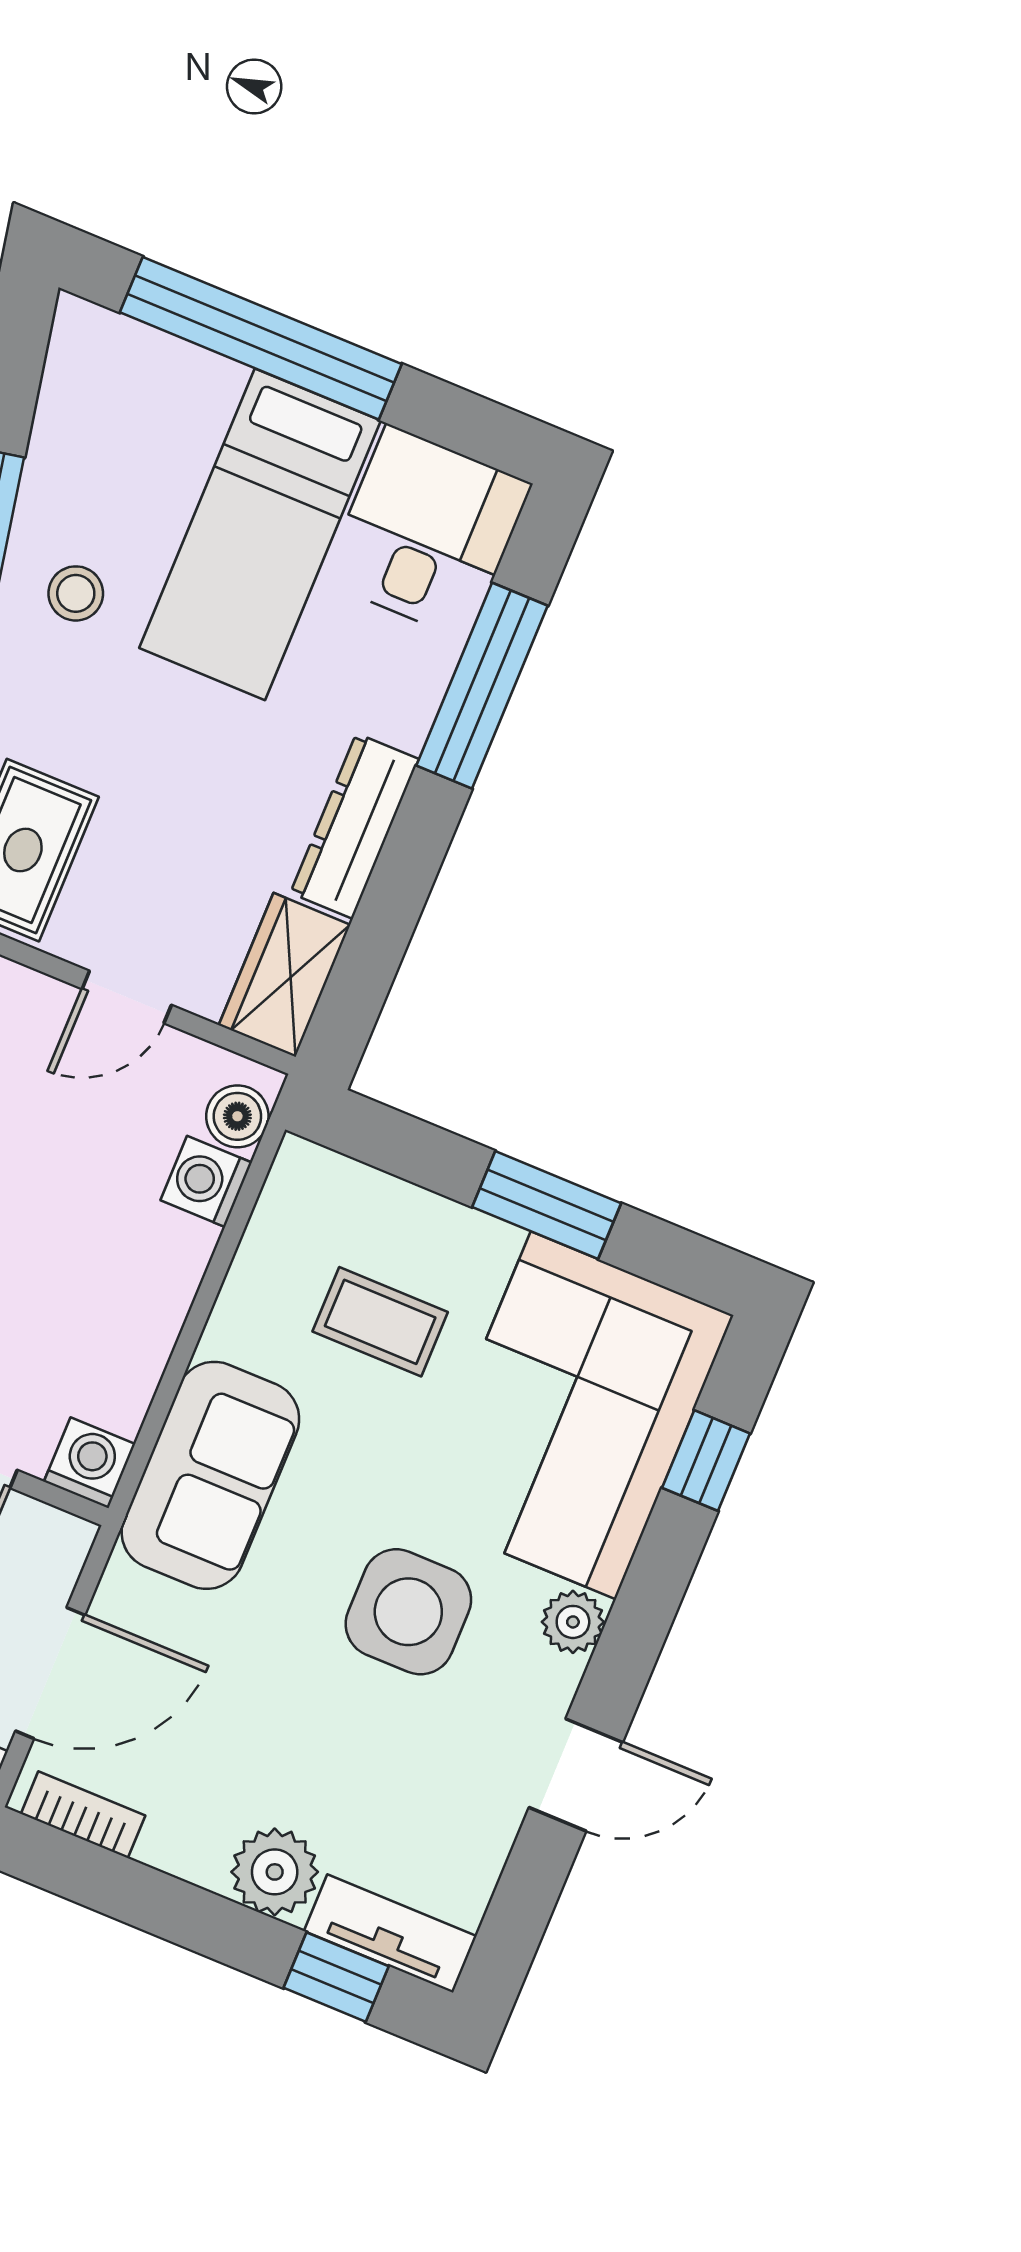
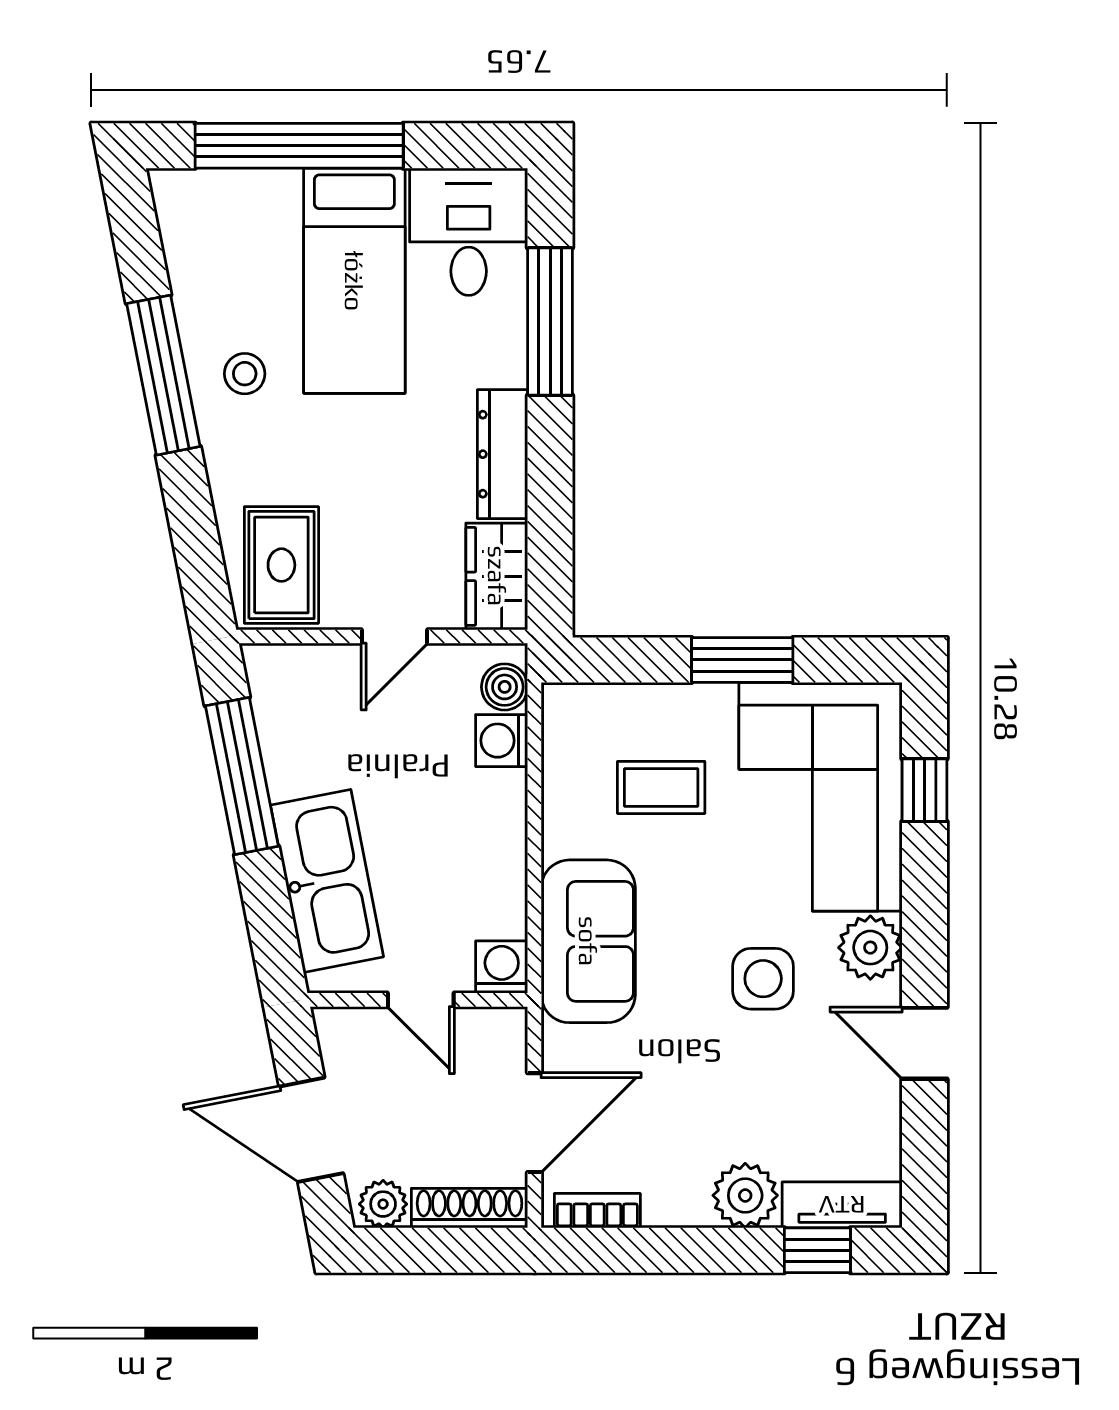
side table: (408, 1612) -> (763, 979), width x0.73, depth x0.73
plant: (573, 1622) -> (870, 948), width x1.38, depth x1.38
door: (576, 1775) -> (925, 1043), swing flipped

